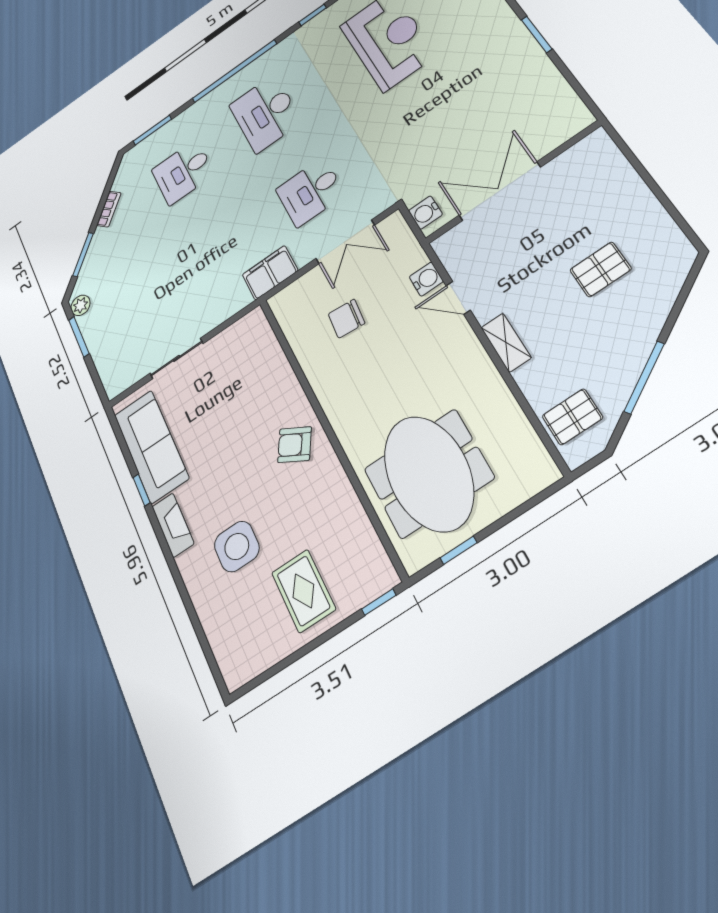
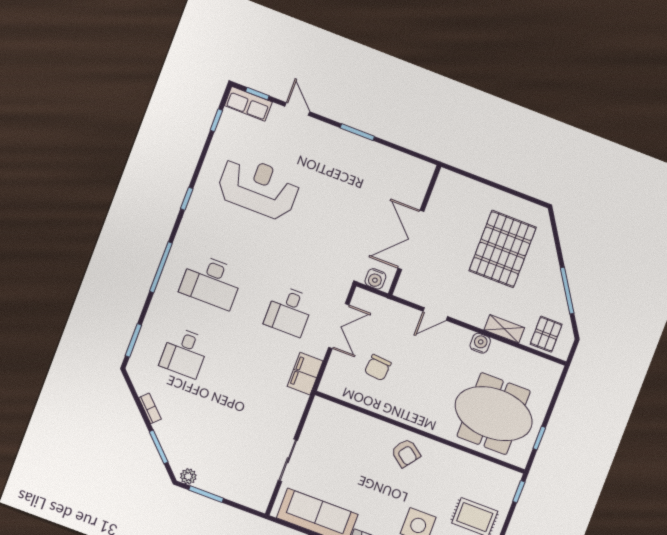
window: (234, 71) -> (161, 267), width x0.68
pallet: (601, 269) -> (503, 249), width x2.05, depth x2.00
water cooler: (426, 279) -> (480, 343), moved
shelving: (506, 343) -> (504, 329), moved
armchair: (295, 445) -> (406, 453), turned -83

